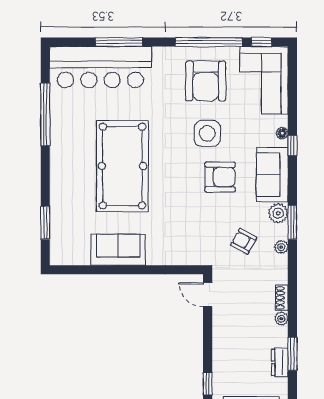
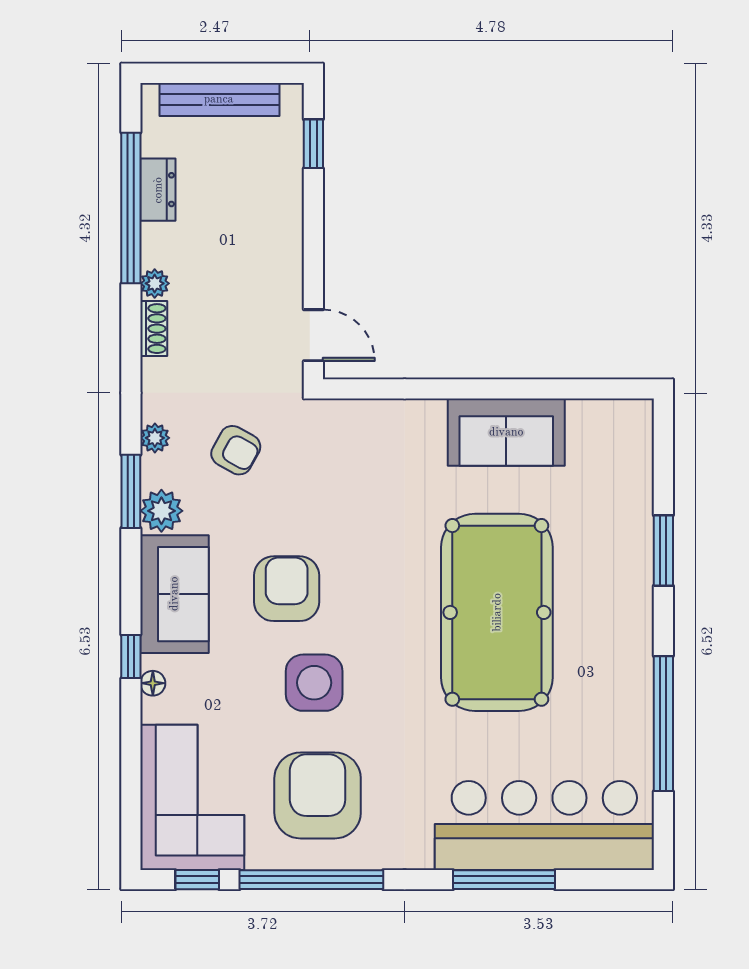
armchair: (220, 177) -> (287, 589), turned 90
window: (45, 223) -> (663, 550), moved
window: (292, 354) -> (131, 208), width x2.11

